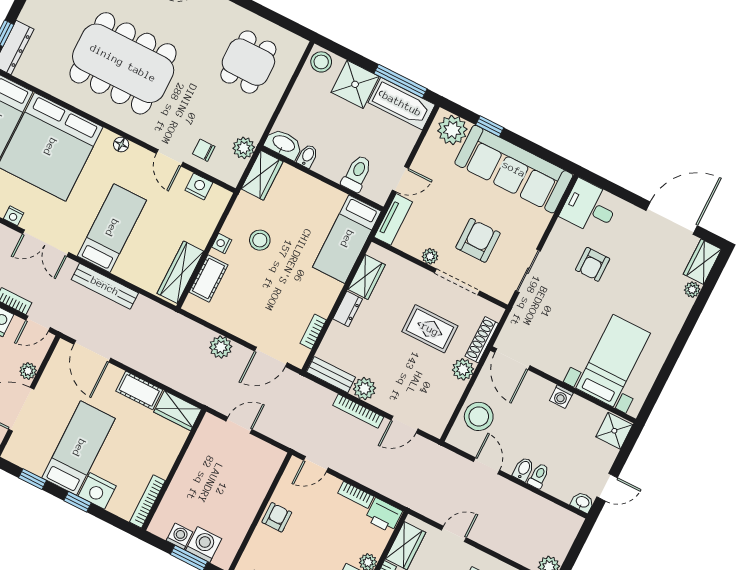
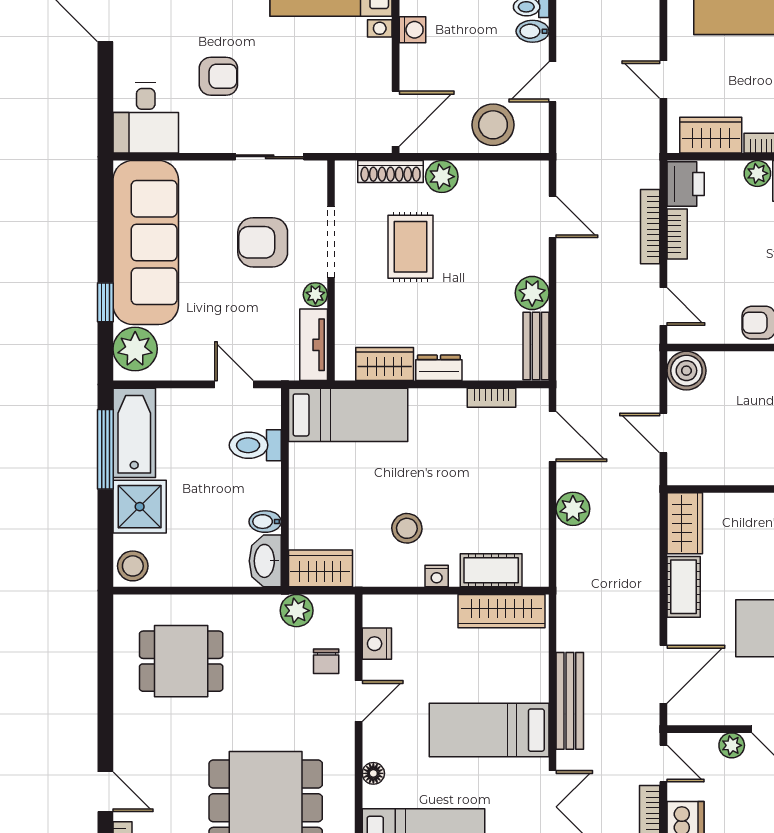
tv unit: (393, 219) -> (314, 345), moved, turned -90
bookcase: (358, 411) -> (650, 227), moved, turned 180
boiler: (270, 459) -> (686, 371), added

